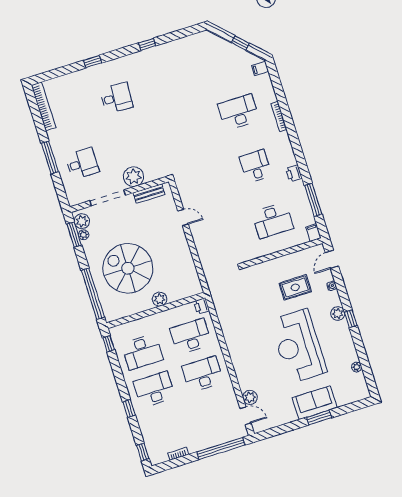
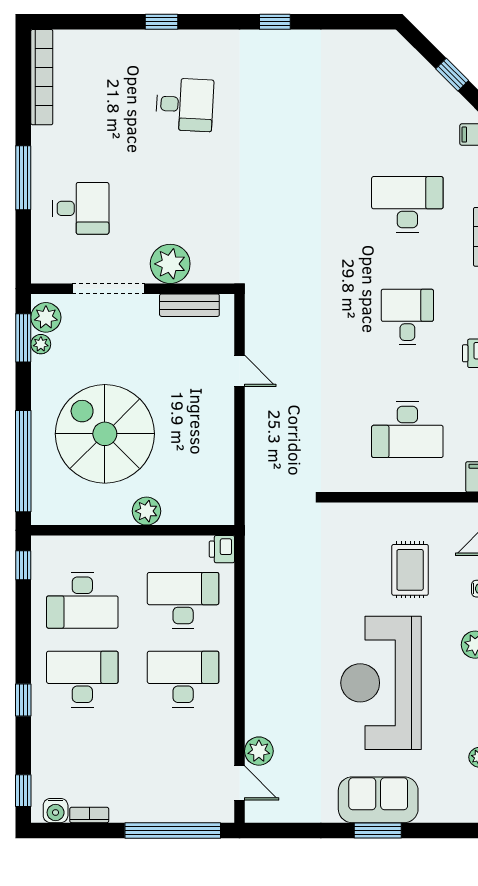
rug: (295, 287) -> (410, 570), turned 90
water cooler: (161, 457) -> (56, 811), added

